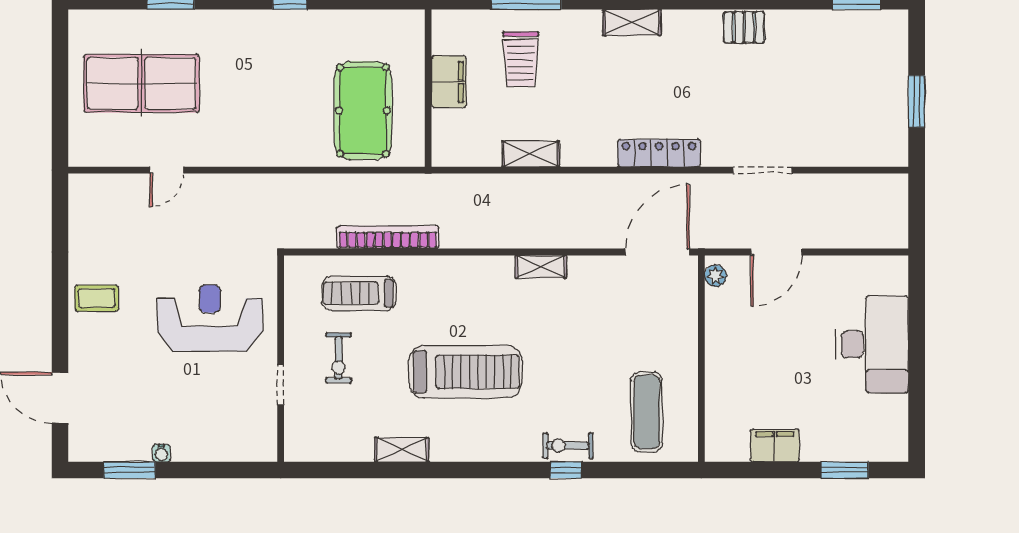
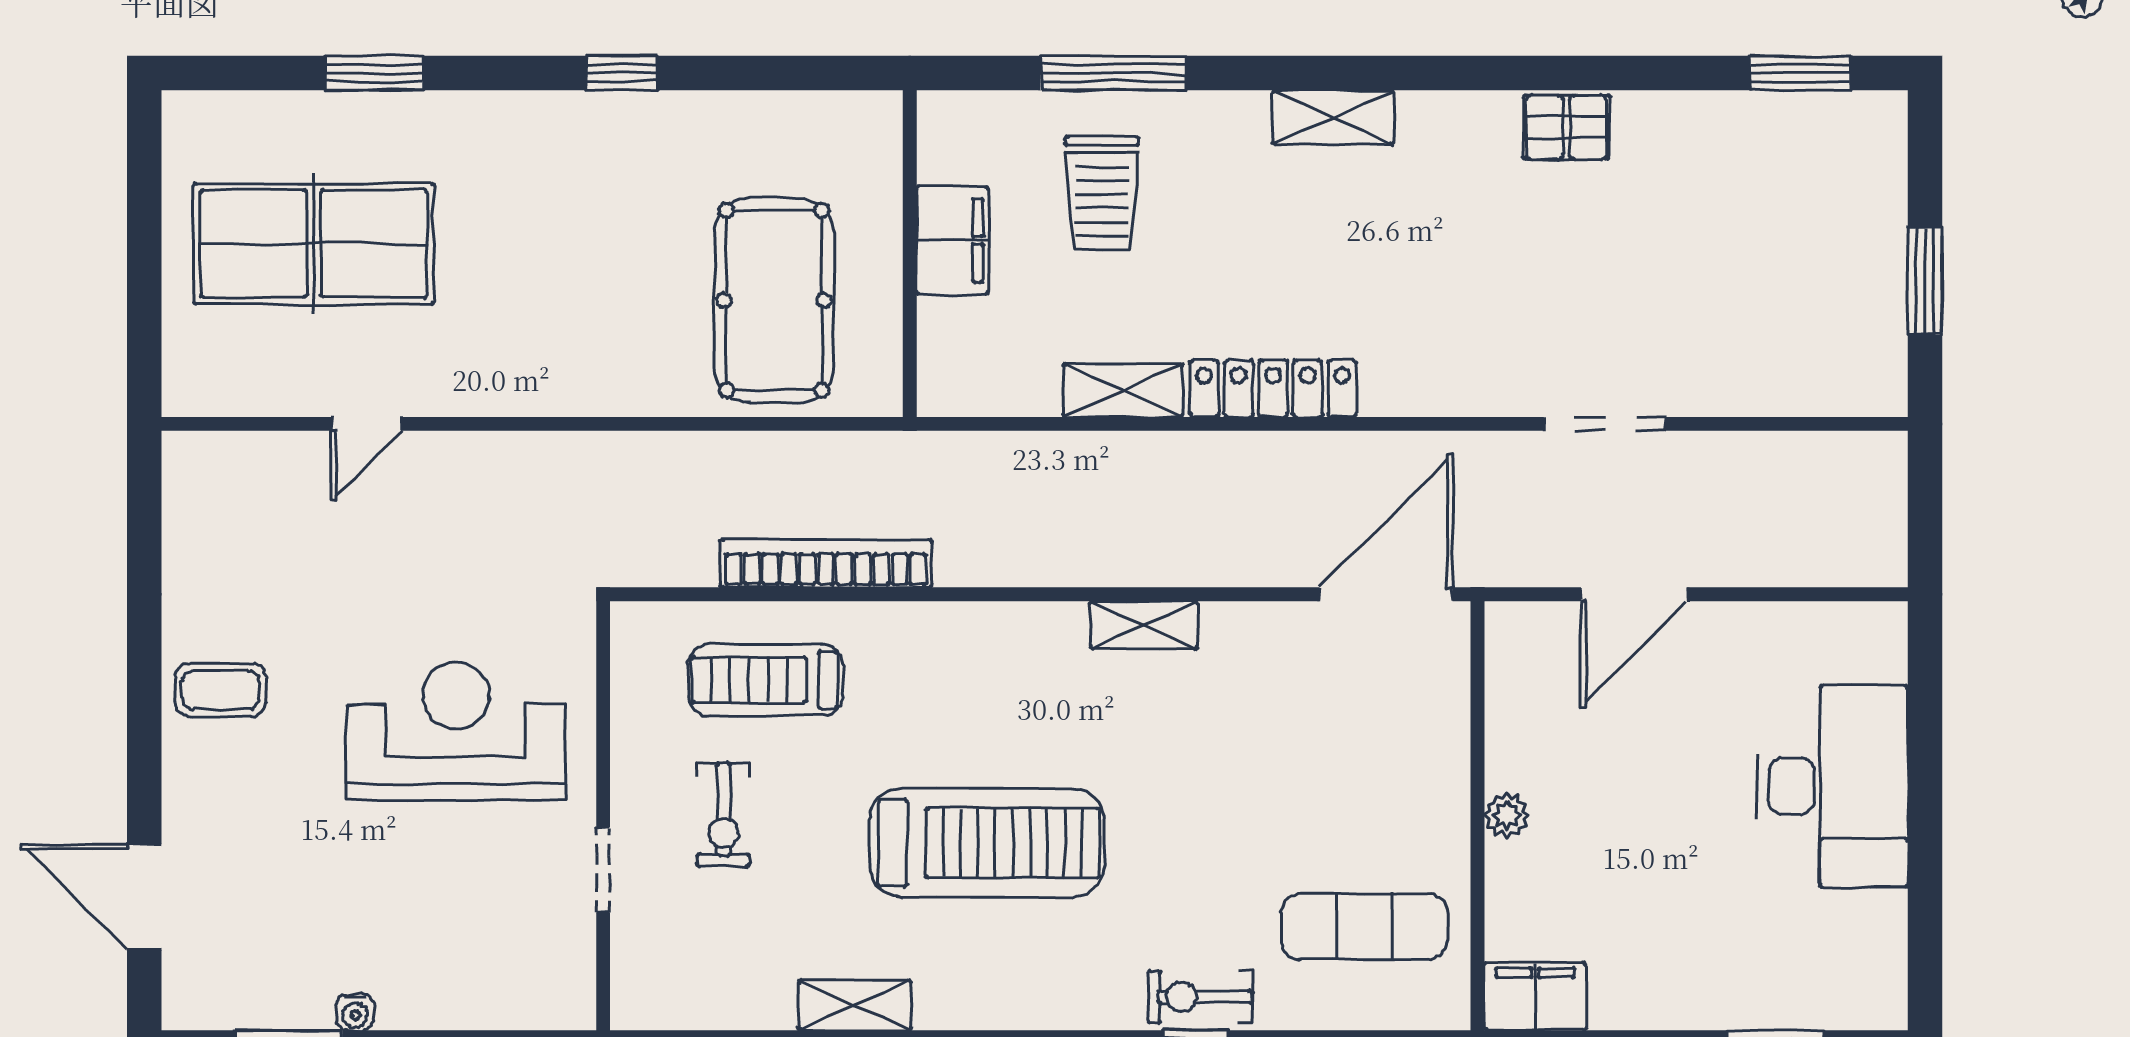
locker: (659, 153) -> (1273, 389), moved
plant: (715, 276) -> (1507, 815), moved
exercise mat: (647, 412) -> (1364, 927), turned 90
filing cabinet: (775, 445) -> (1535, 996), moved

